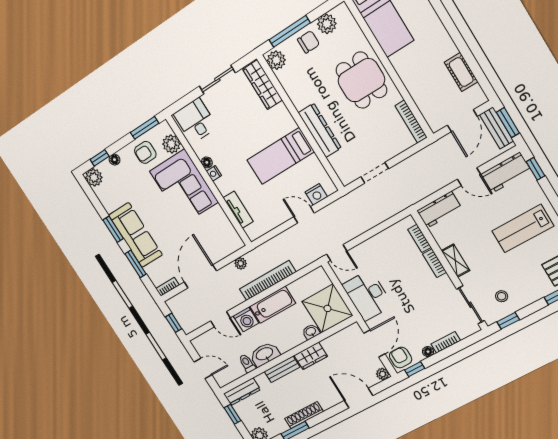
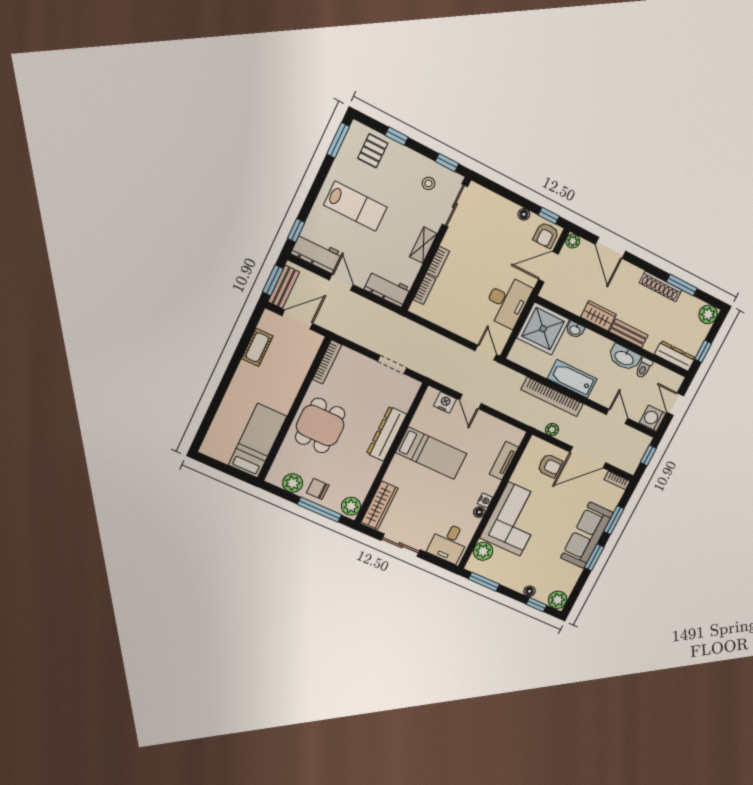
armchair: (145, 152) -> (550, 466), moved
washing machine: (246, 319) -> (652, 418), moved, turned -90
bookcase: (446, 342) -> (505, 204), removed

